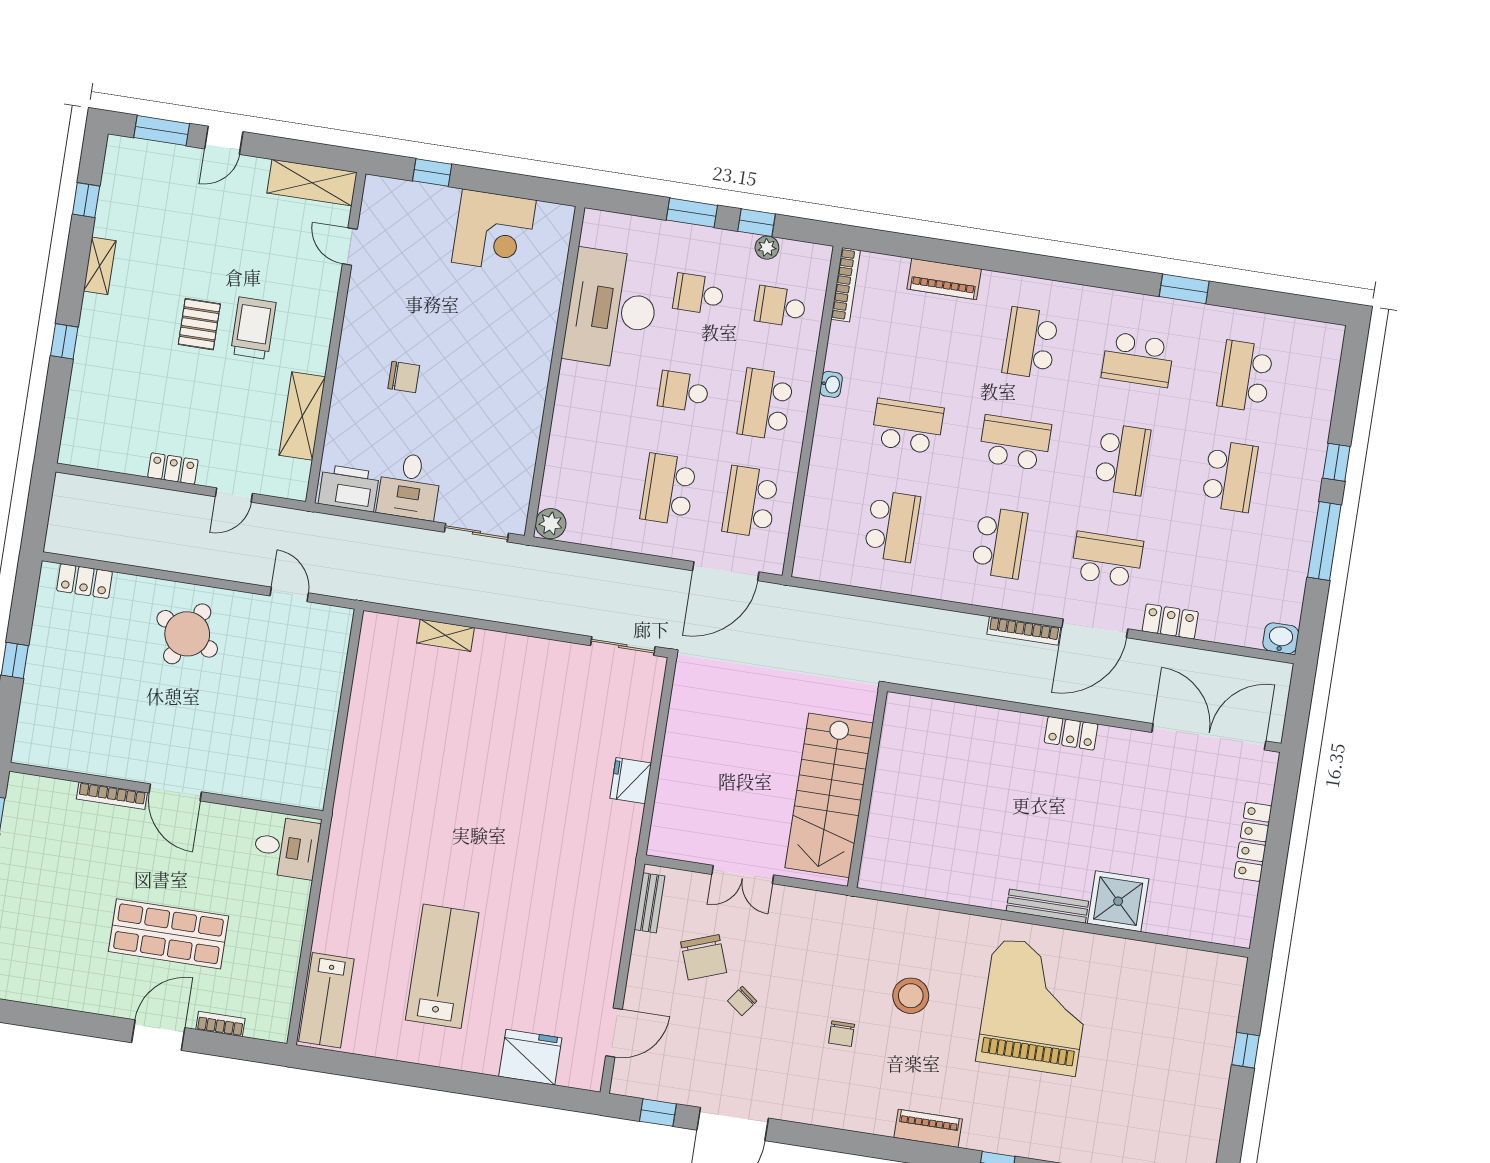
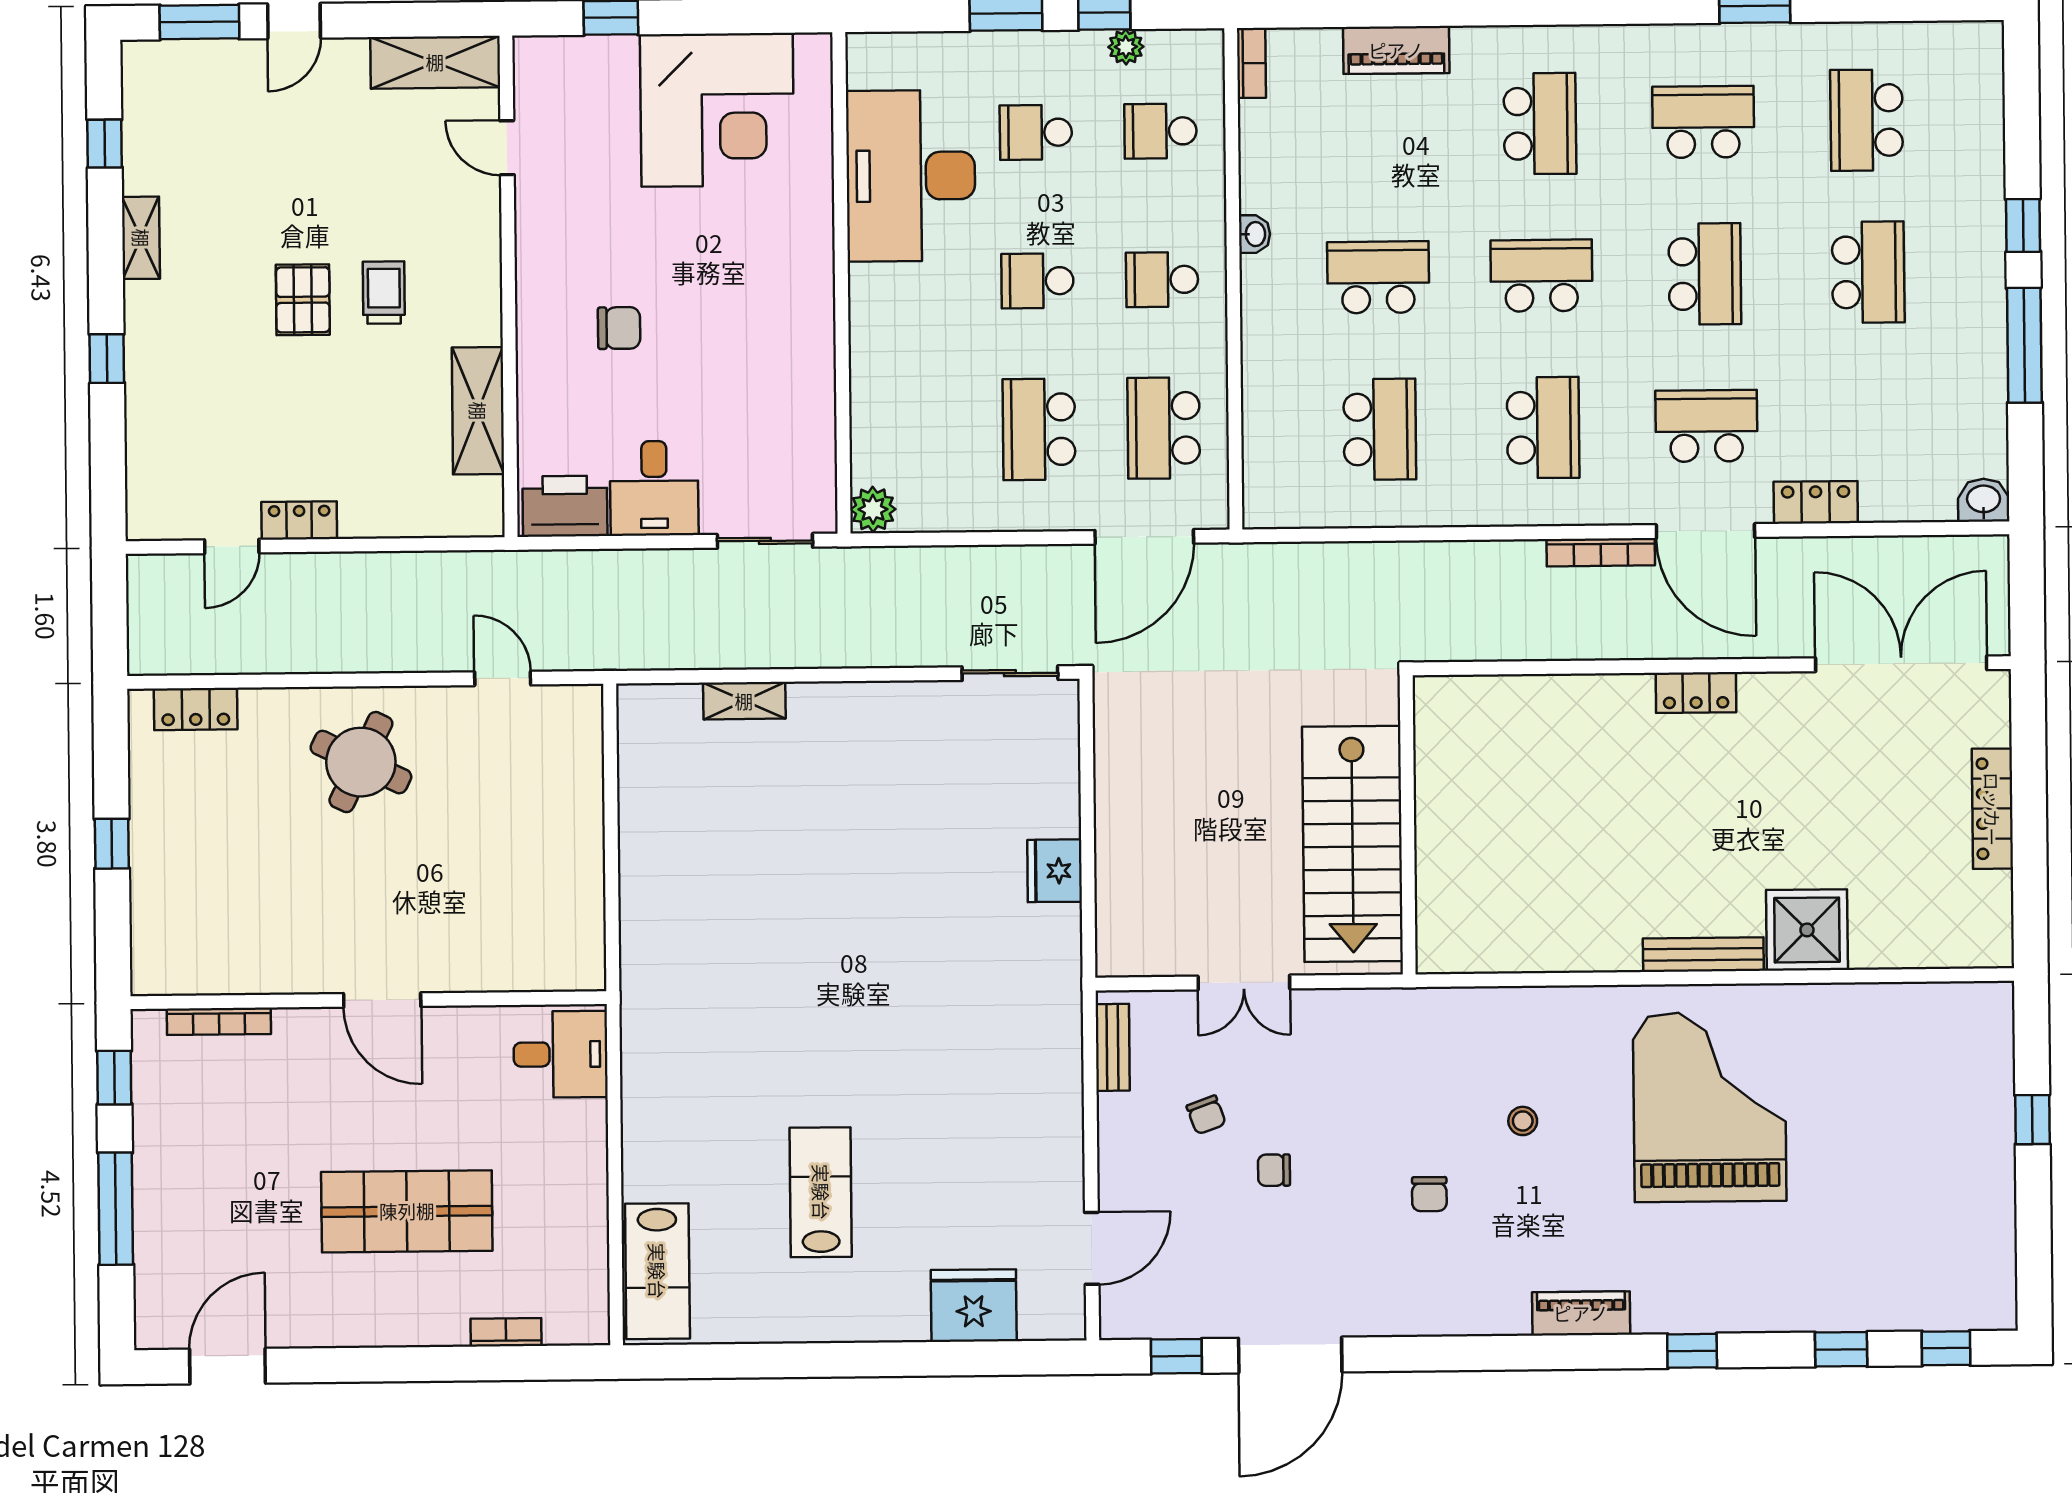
corner desk: (494, 231) -> (717, 110), width x1.36, depth x1.36
bookcase: (846, 285) -> (1251, 63), width x0.64
trolley: (253, 328) -> (384, 293), width x0.73, depth x0.72
school desk: (1030, 343) -> (1540, 124), turned 180
school desk: (1138, 360) -> (1703, 122), turned 180
school desk: (765, 404) -> (1162, 280), width x0.54
door: (234, 495) -> (232, 546), moved
door: (1095, 628) -> (1705, 531), hinge flipped
bookcase: (112, 796) -> (219, 1021), moved
chair: (704, 957) -> (1206, 1115), width x0.54, depth x0.54
lab bench: (442, 966) -> (821, 1192), width x0.73, depth x0.72
stool: (911, 996) -> (1523, 1121), width x0.53, depth x0.53
chair: (742, 1001) -> (1274, 1170), turned 53
door: (158, 1035) -> (228, 1366), moved

